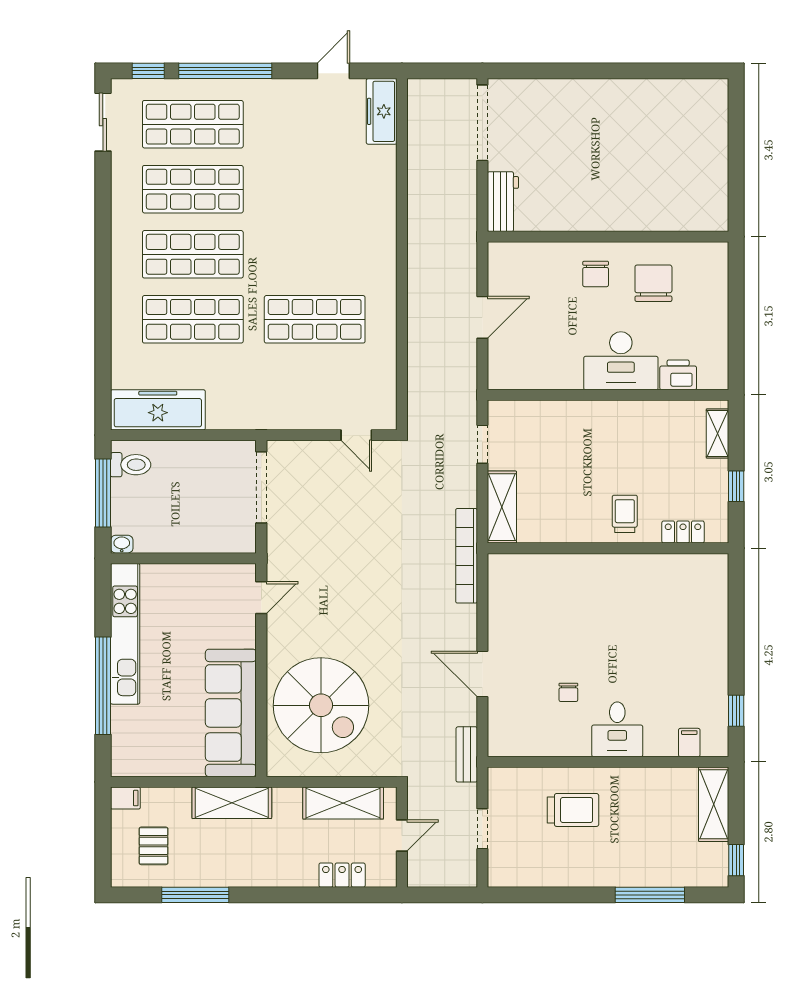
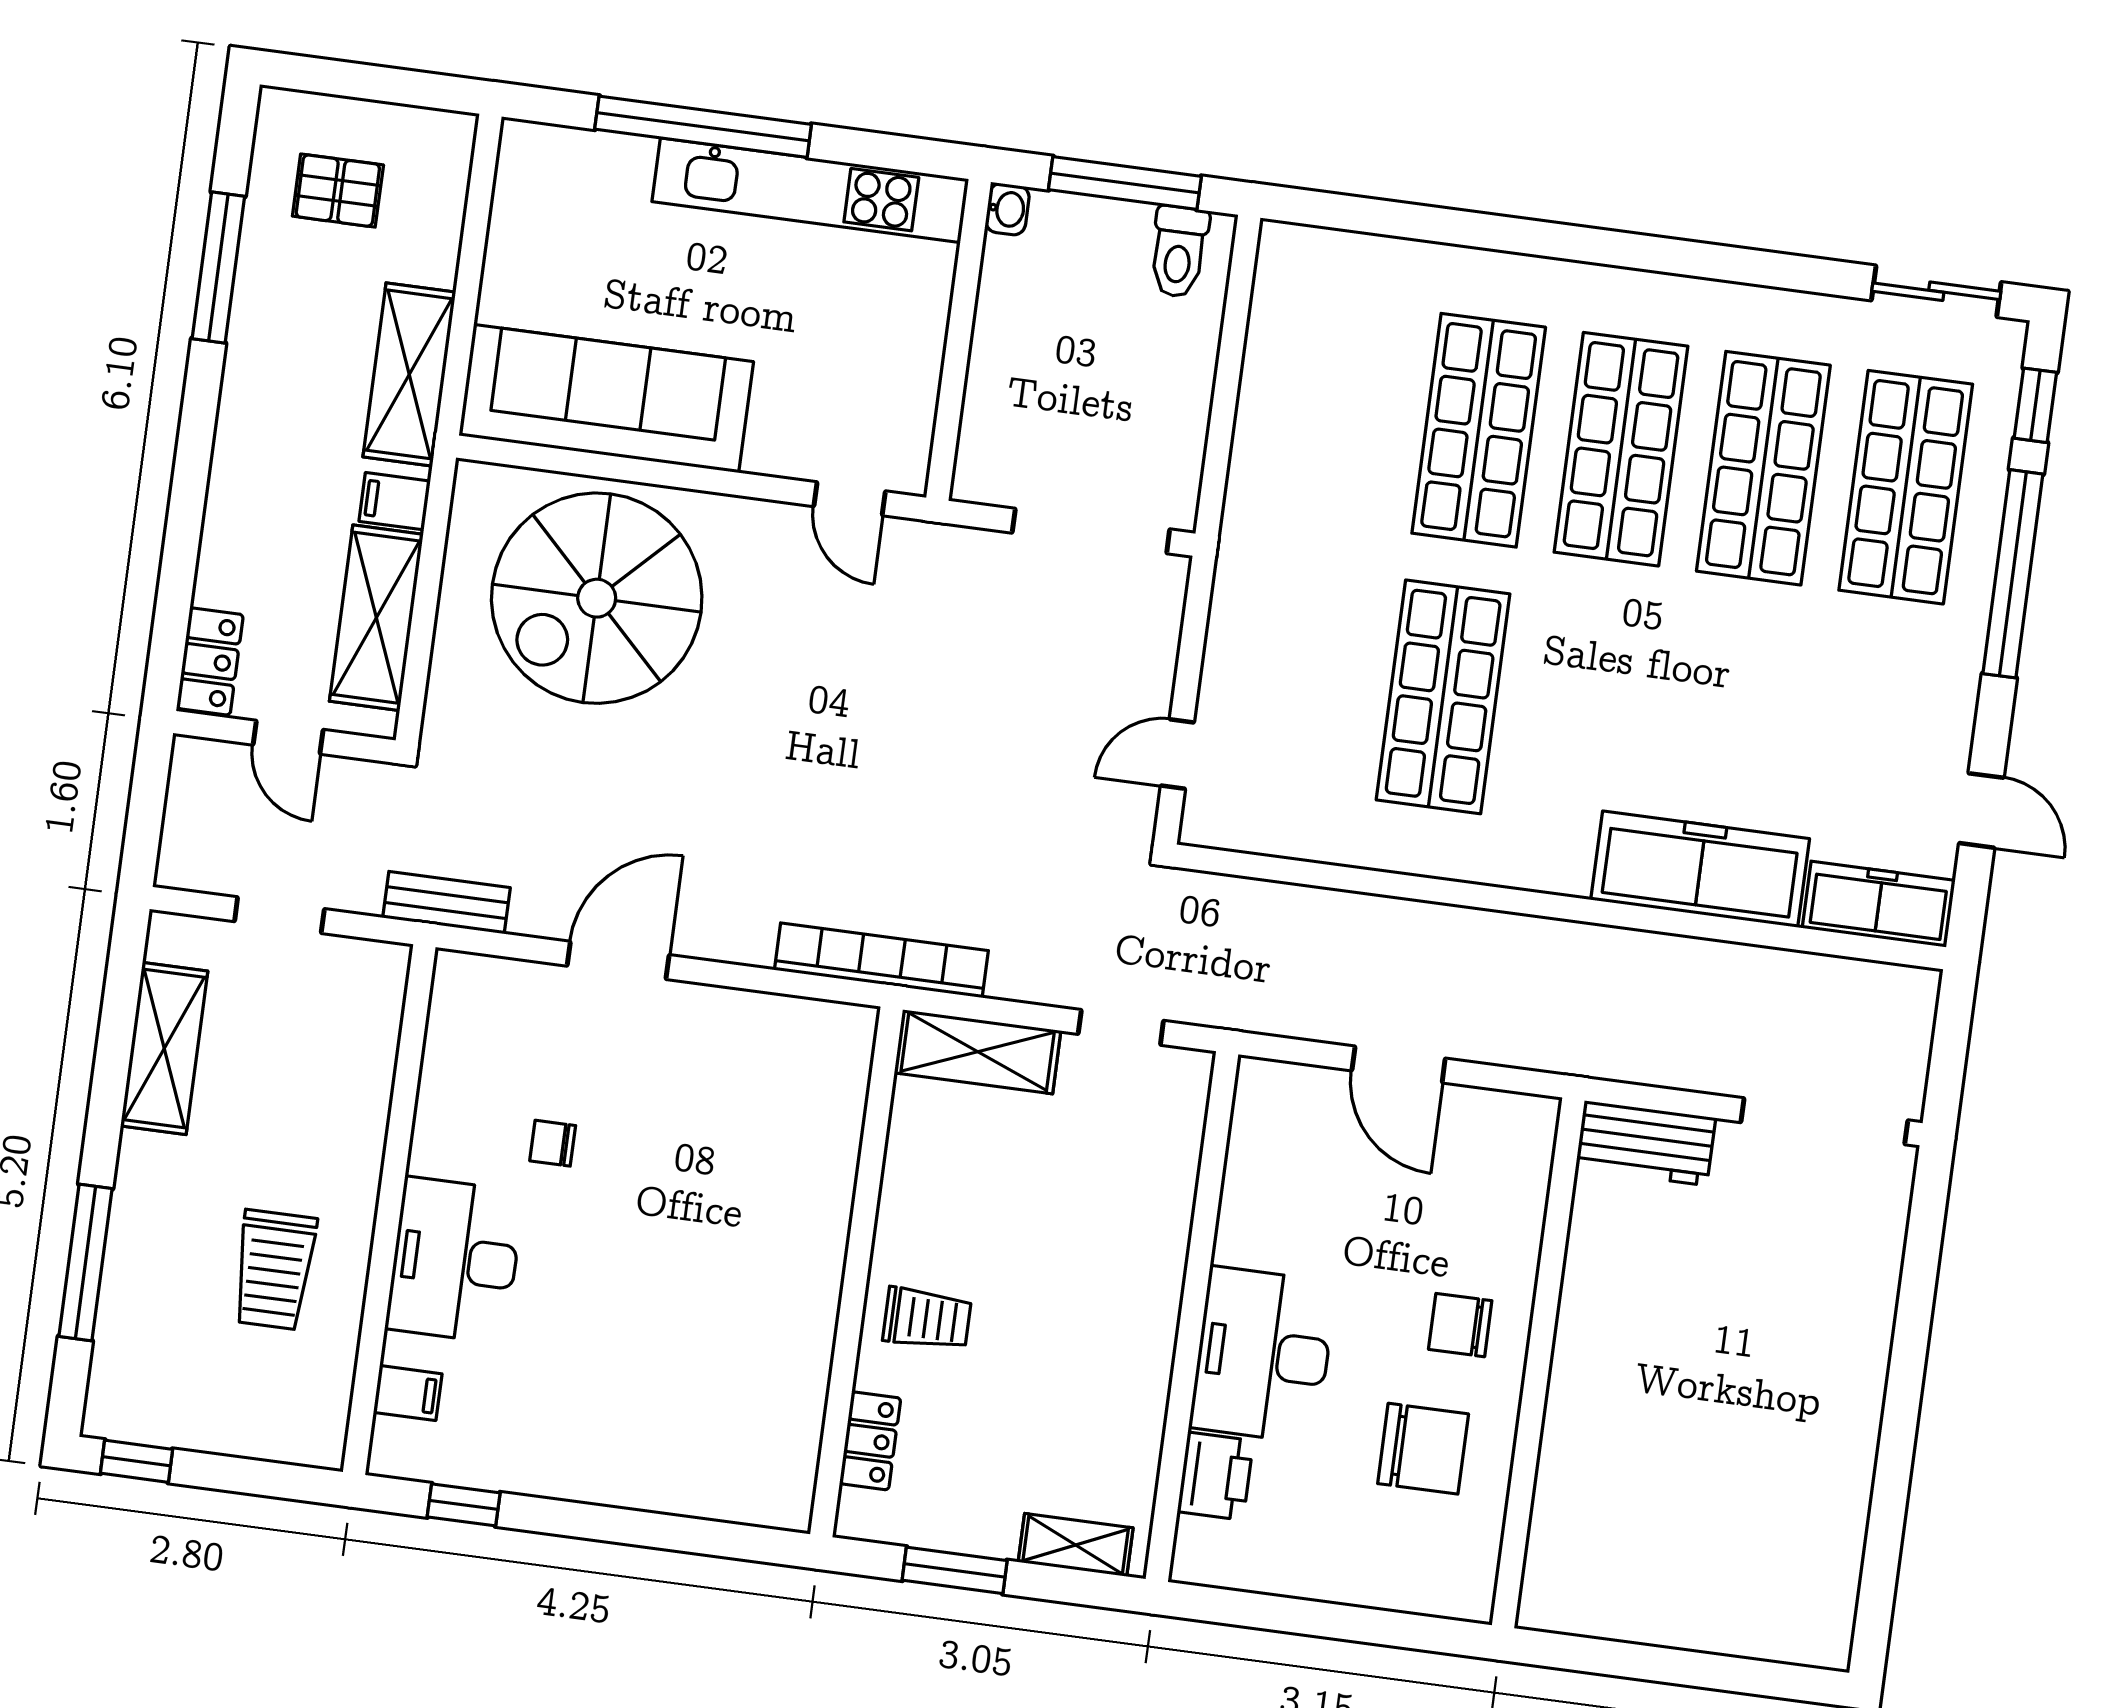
freezer: (158, 410) -> (1700, 869), moved, turned -90
window: (736, 486) -> (955, 1570), width x1.50
desk: (617, 729) -> (455, 1260), width x1.37
filing cabinet: (125, 798) -> (395, 501), moved, turned 90
shelving: (714, 804) -> (164, 1049), moved, turned 90
trolley: (573, 810) -> (274, 1270), moved
locker: (342, 875) -> (210, 661), moved

